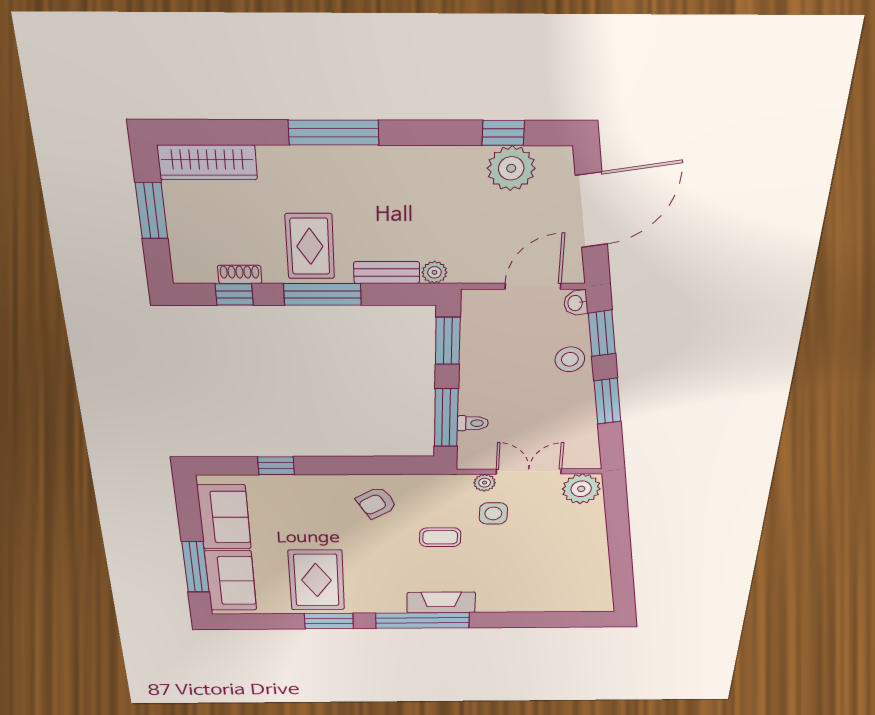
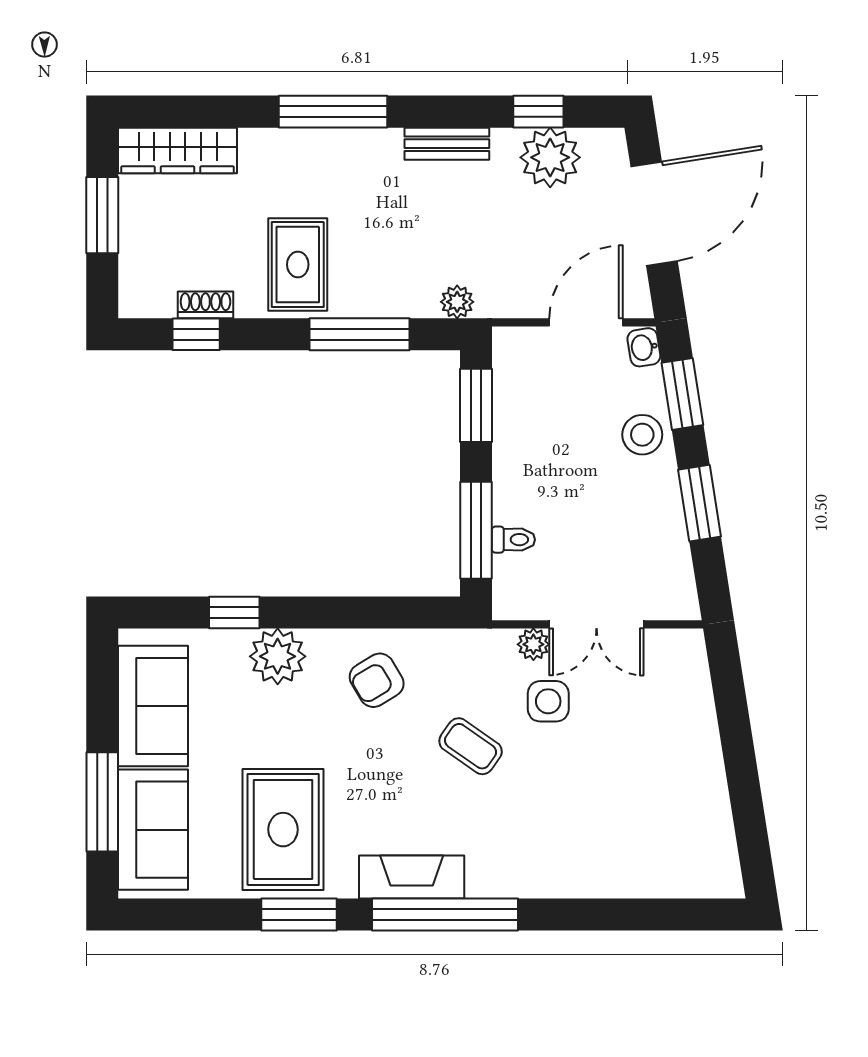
bench: (387, 273) -> (447, 144), moved
window: (322, 294) -> (360, 334), moved
double door: (529, 471) -> (596, 624), swing flipped
plant: (581, 489) -> (278, 656), moved
coffee table: (440, 537) -> (471, 746), turned 35
fireplace: (441, 603) -> (412, 877), moved

